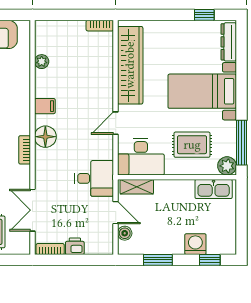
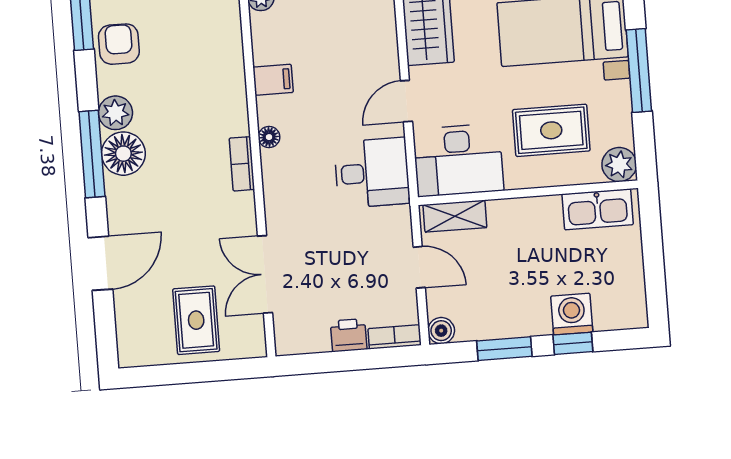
floor lamp: (45, 137) -> (269, 137), width x0.53, depth x0.53
window: (241, 143) -> (639, 70), moved
desk: (94, 178) -> (372, 173), moved
boiler: (125, 233) -> (441, 331), moved
bookcase: (50, 249) -> (395, 337), moved
window: (210, 260) -> (573, 343), moved

